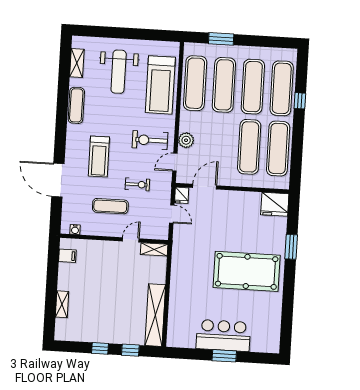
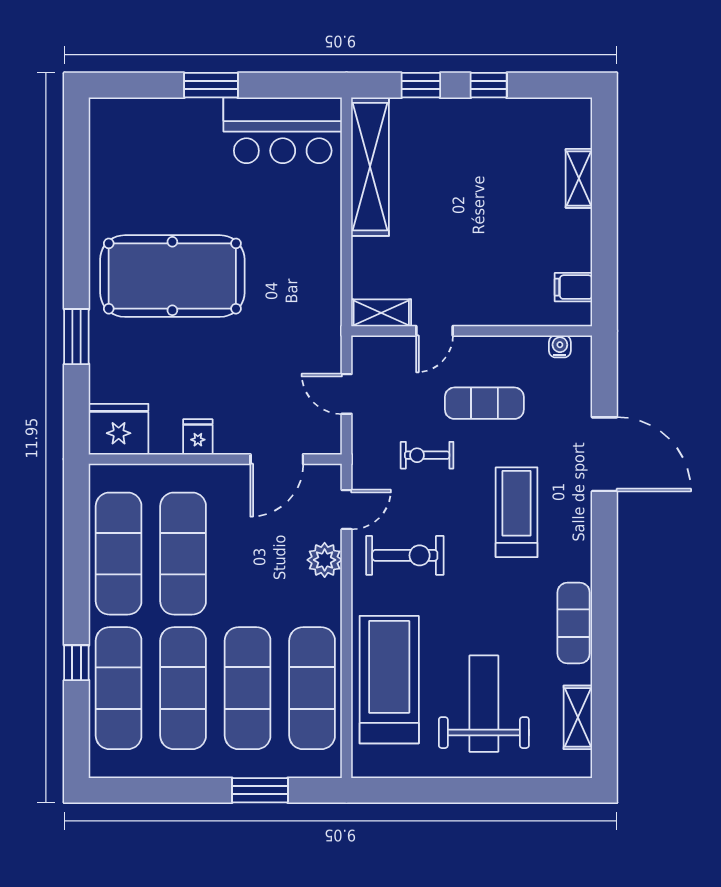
fridge: (182, 195) -> (198, 437), moved
bar counter: (223, 335) -> (283, 130), moved

